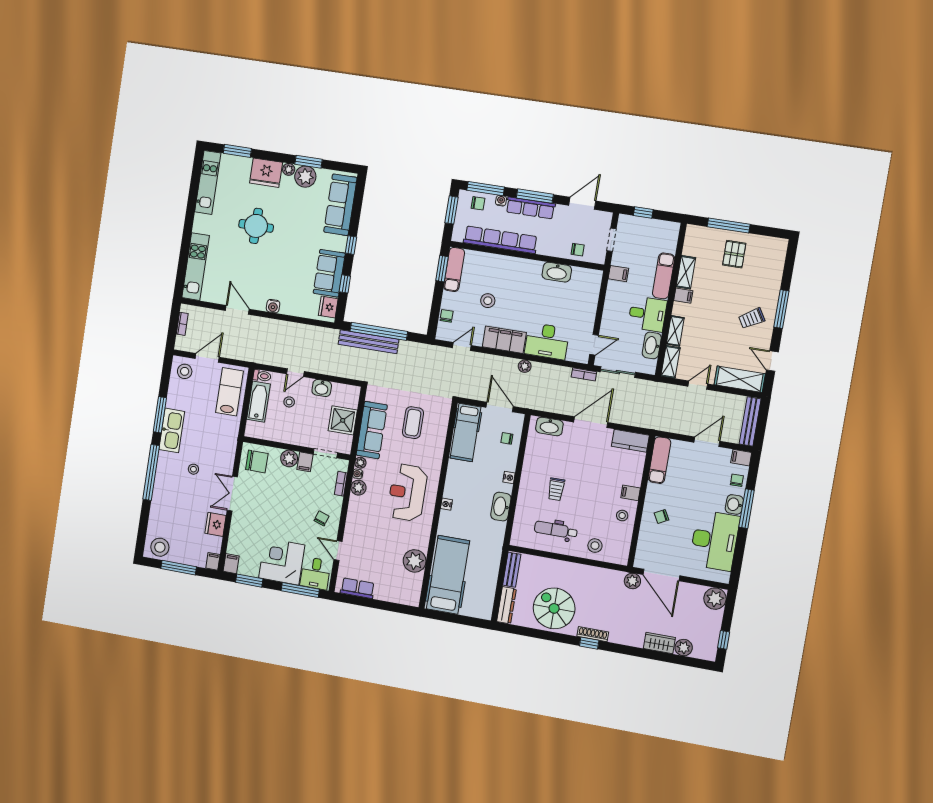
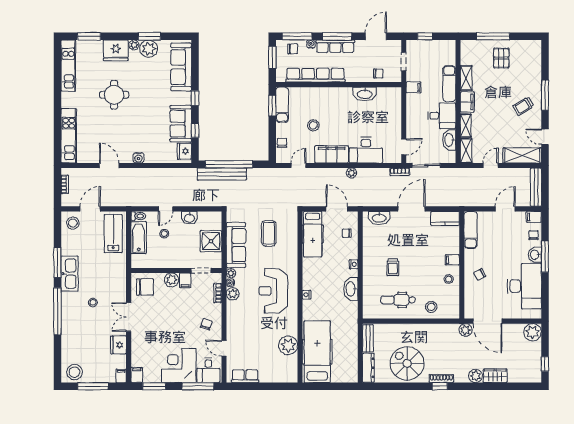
filing cabinet: (683, 296) -> (467, 102), width x2.00
plant: (684, 648) -> (476, 376), moved

